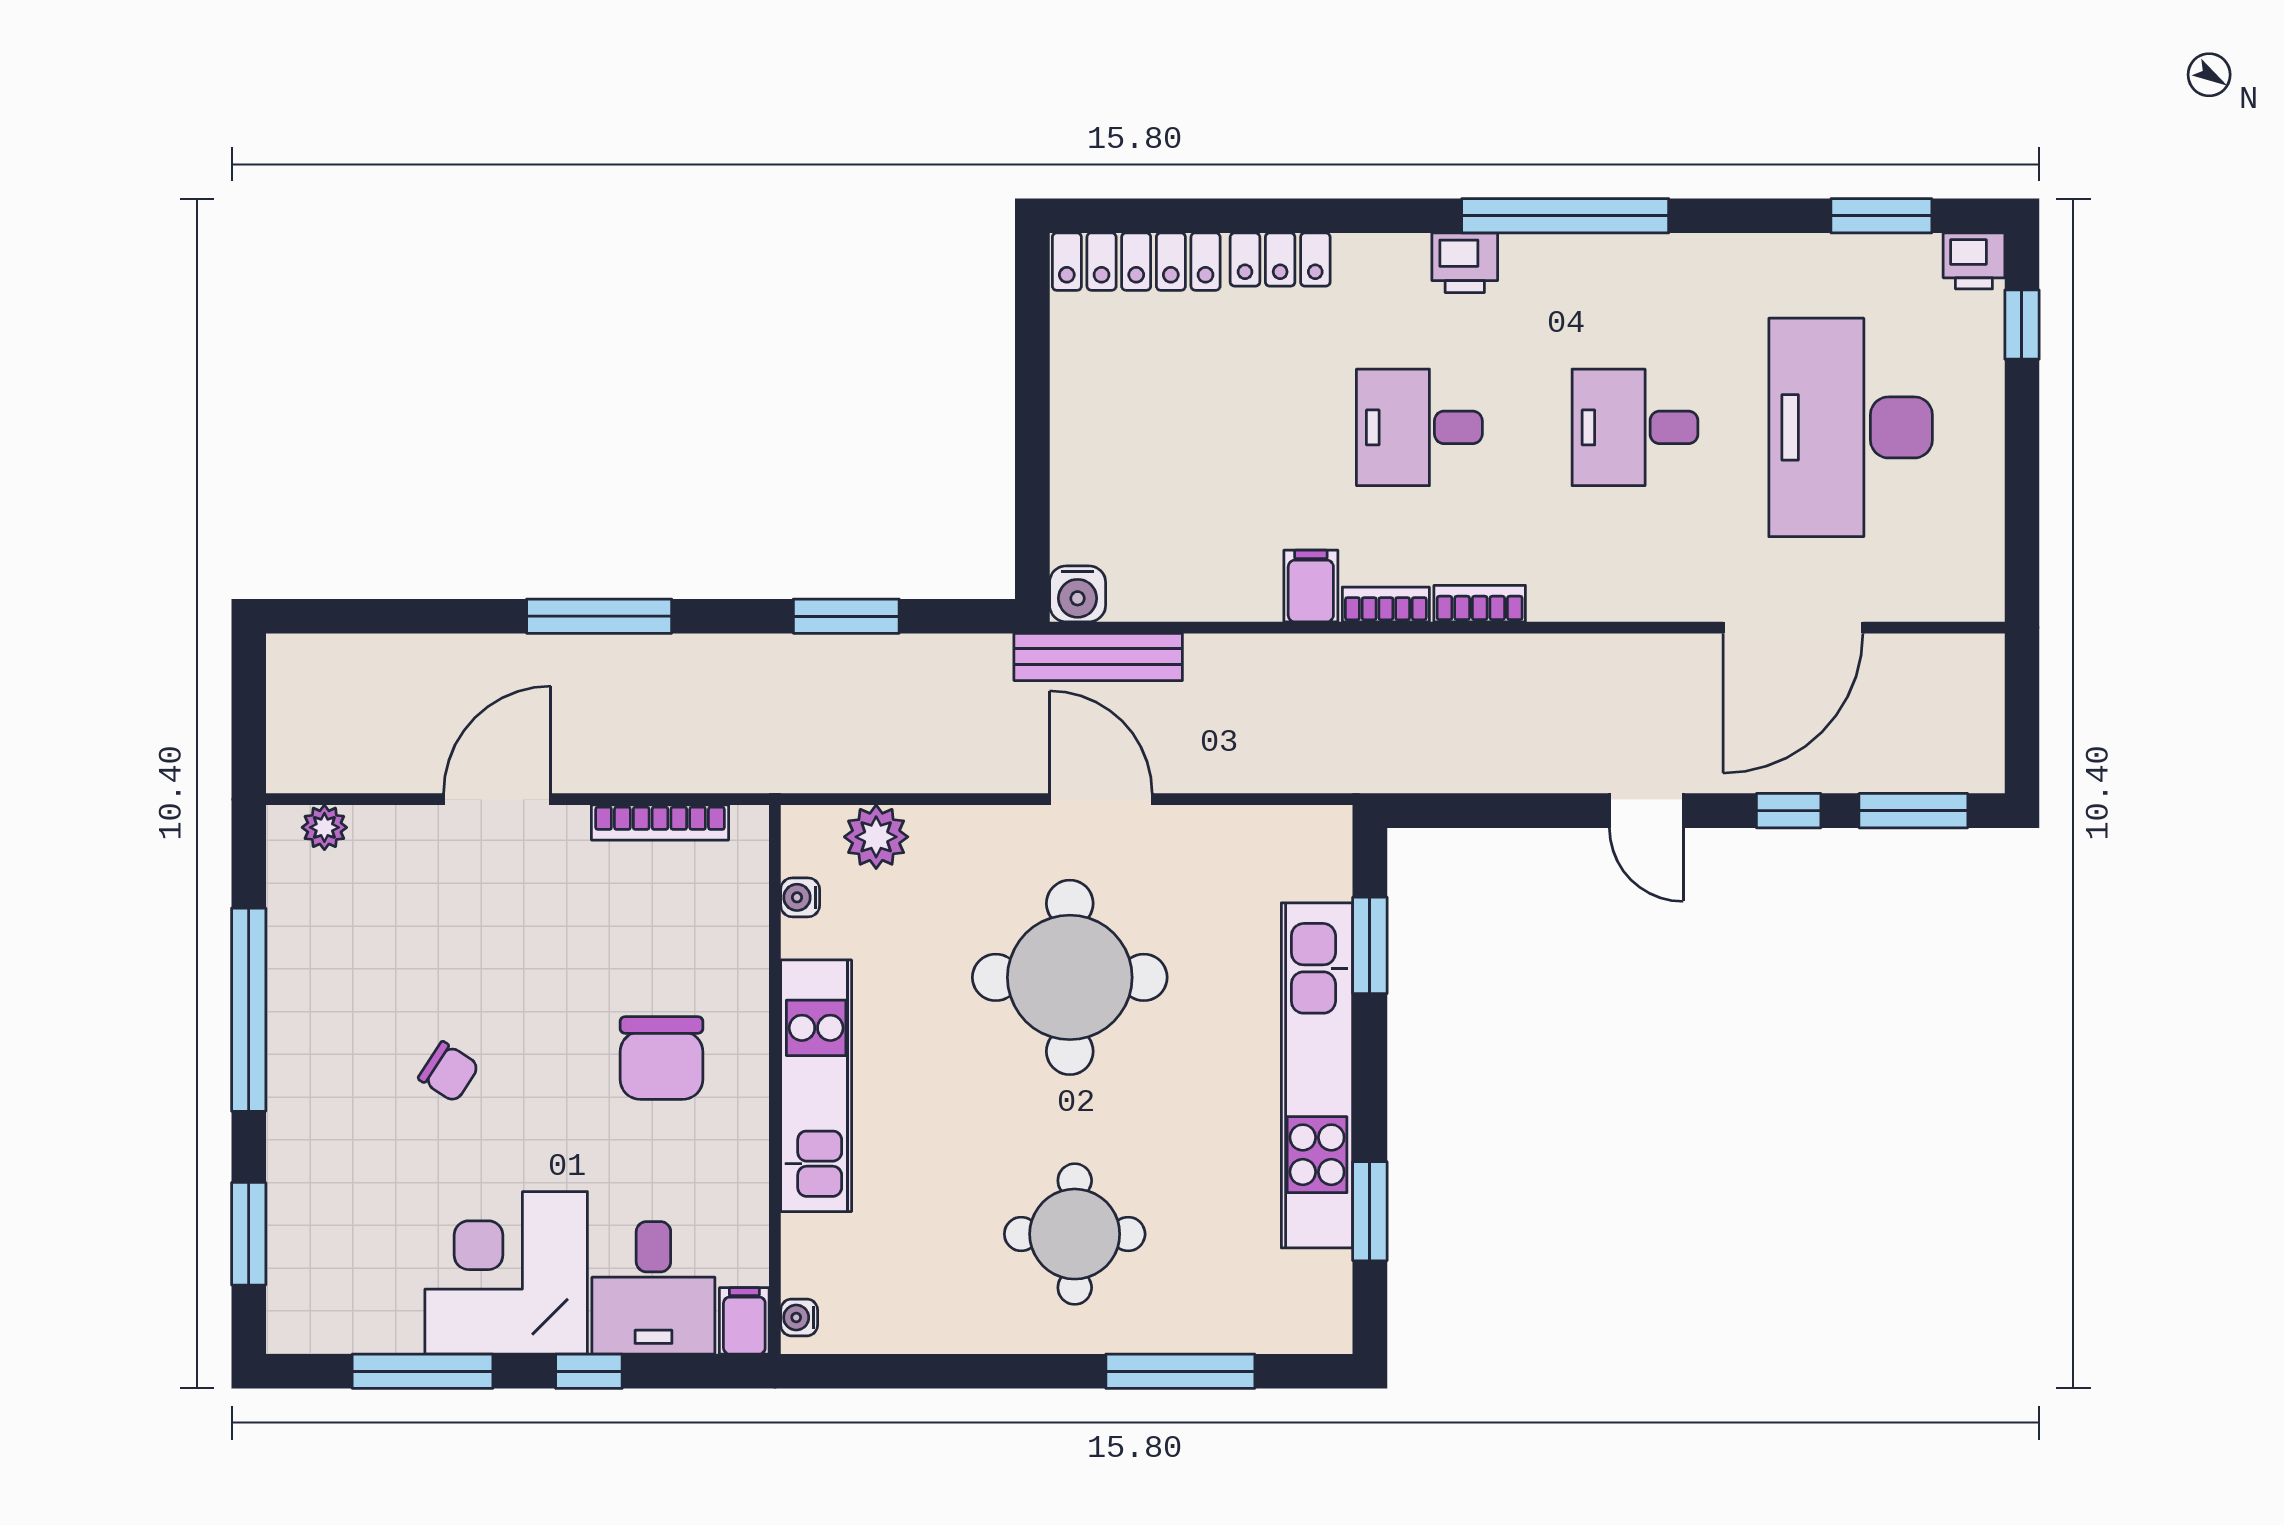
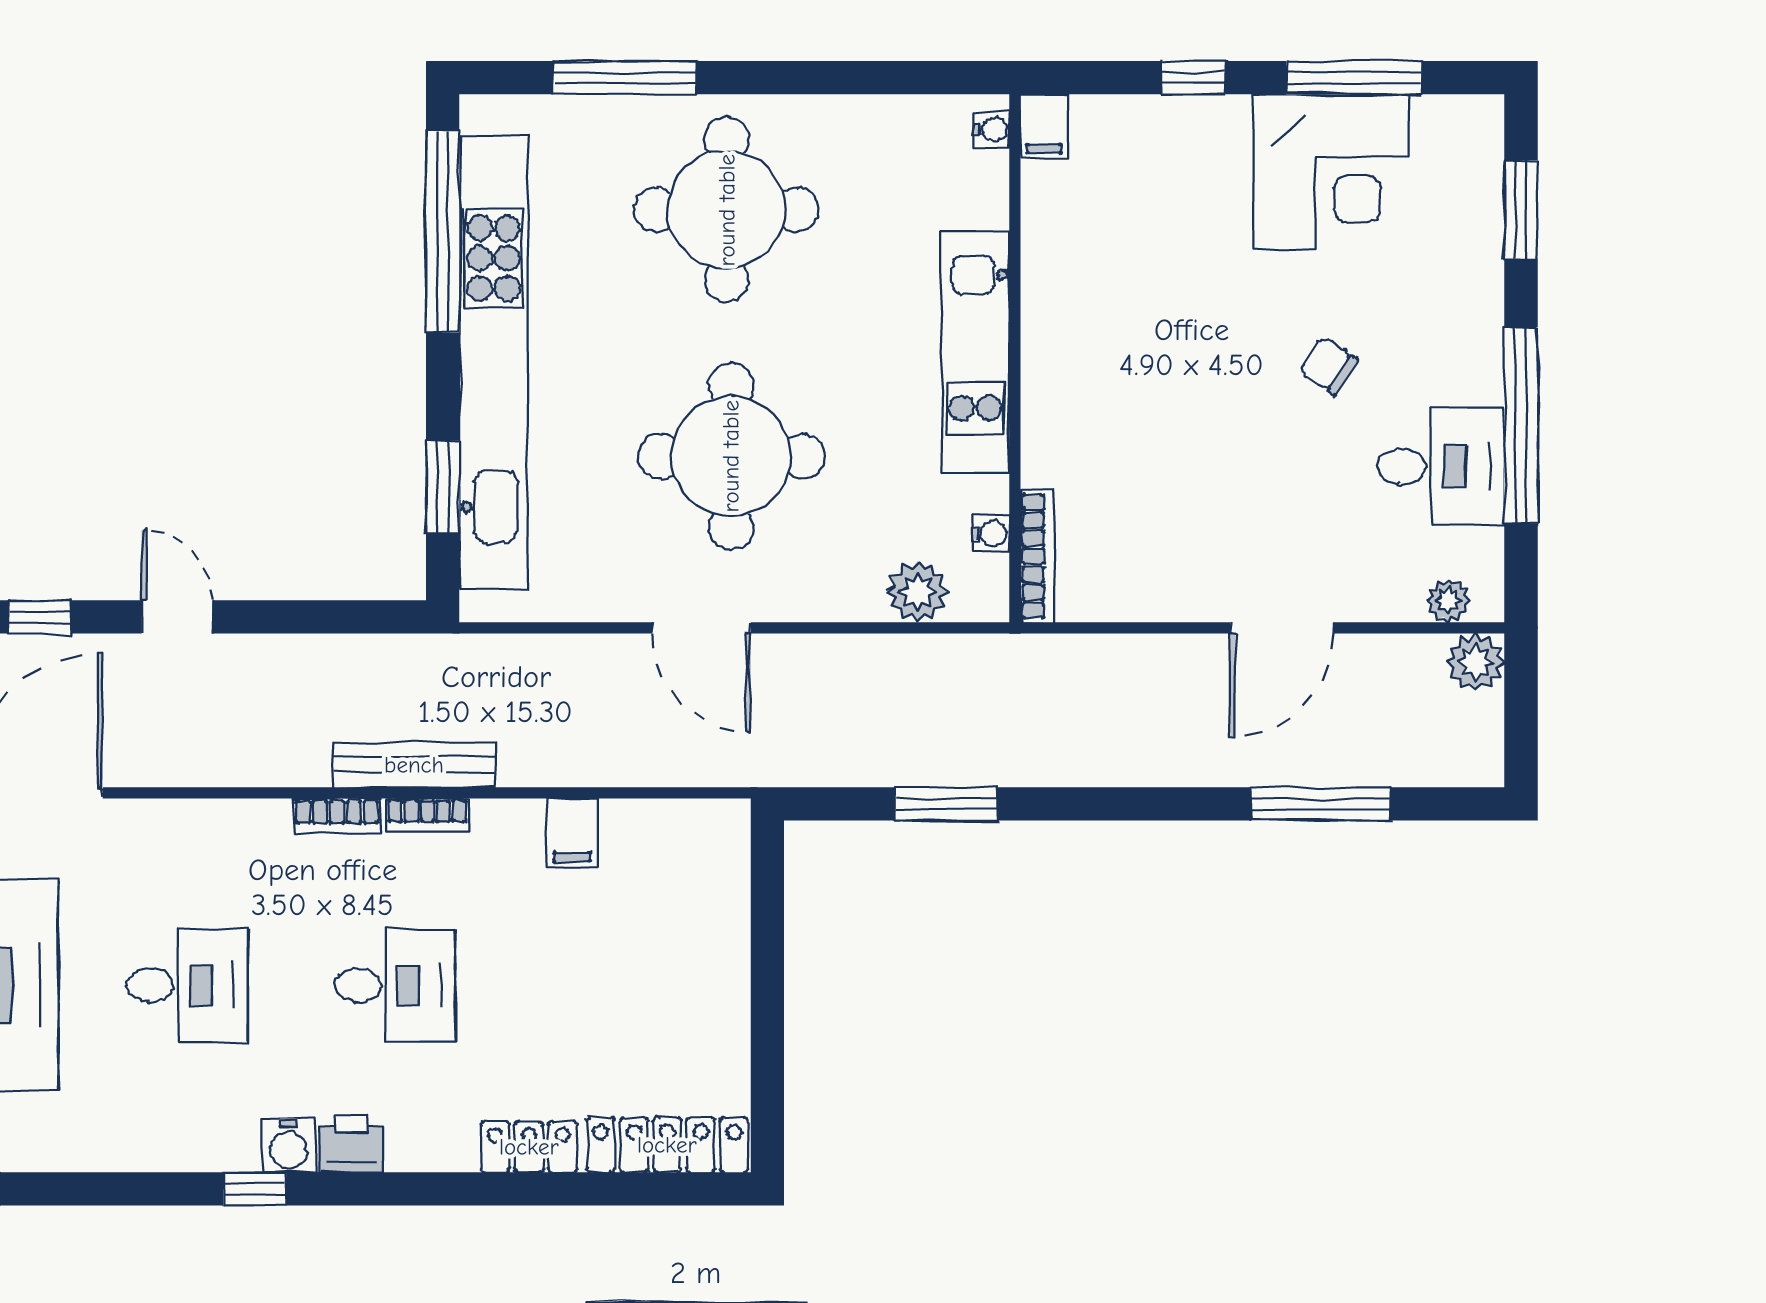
window: (1565, 216) -> (255, 1189), width x0.32
filing cabinet: (1311, 586) -> (572, 833), moved
water cooler: (1078, 594) -> (288, 1146), moved, turned 180
window: (599, 616) -> (1321, 804), moved
bench: (1098, 657) -> (414, 765), moved
plant: (296, 764) -> (1476, 662), added
bookcase: (660, 822) -> (1037, 556), moved, turned 90
chair: (661, 1058) -> (1124, 379), removed
kitchen unit: (1317, 1075) -> (493, 362), width x1.36
window: (1370, 1211) -> (443, 232), width x2.11
round table: (1075, 1234) -> (727, 210), width x1.36, depth x1.36
corner desk: (506, 1273) -> (1331, 172), moved
desk: (653, 1288) -> (1441, 467), moved, turned 90

